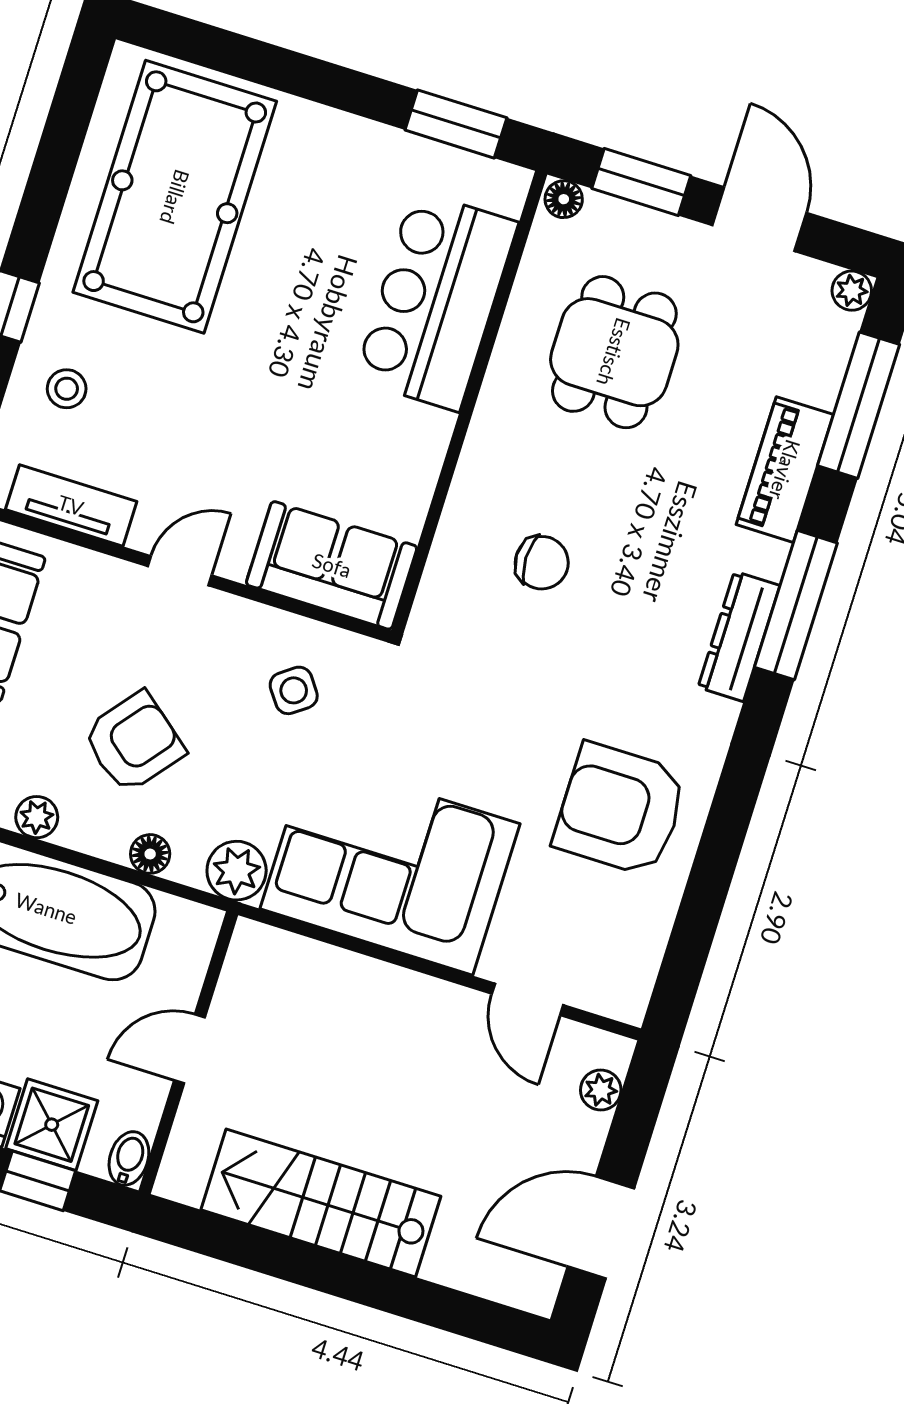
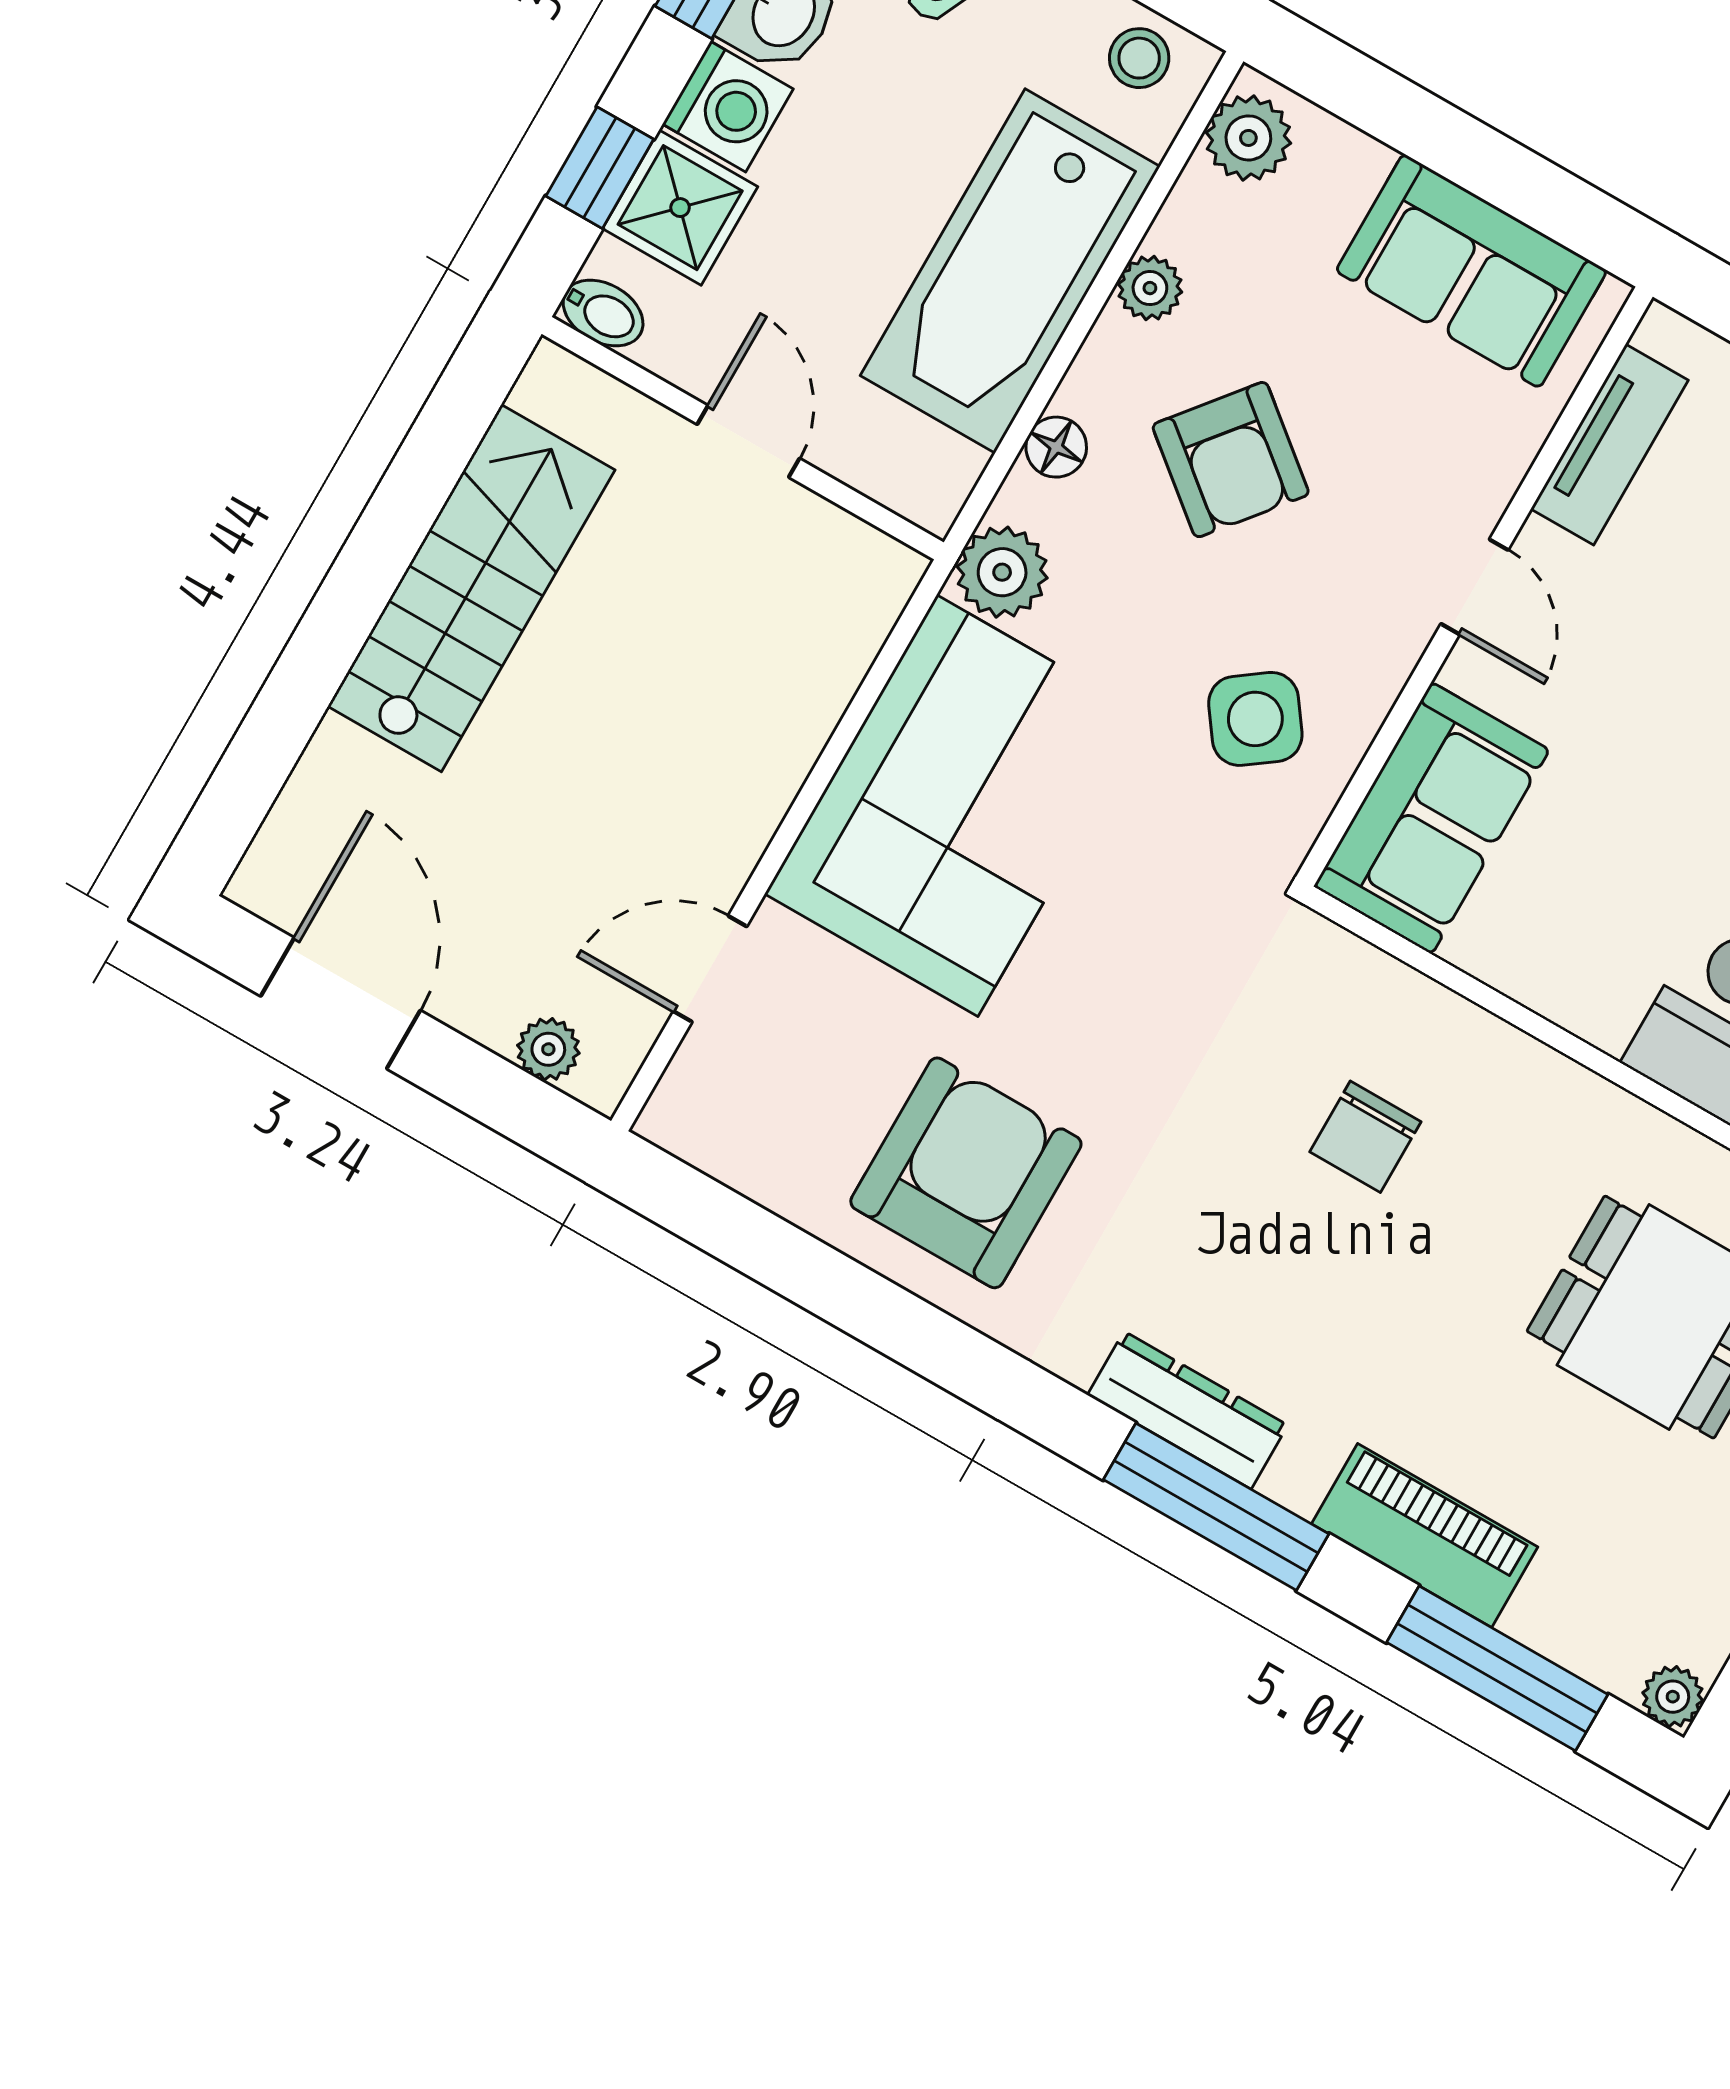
side table: (294, 690) -> (1255, 719), width x1.37, depth x1.37

